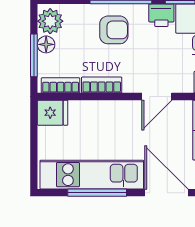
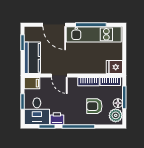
armchair: (114, 30) -> (94, 106), moved
door: (157, 96) -> (59, 76), swing flipped

